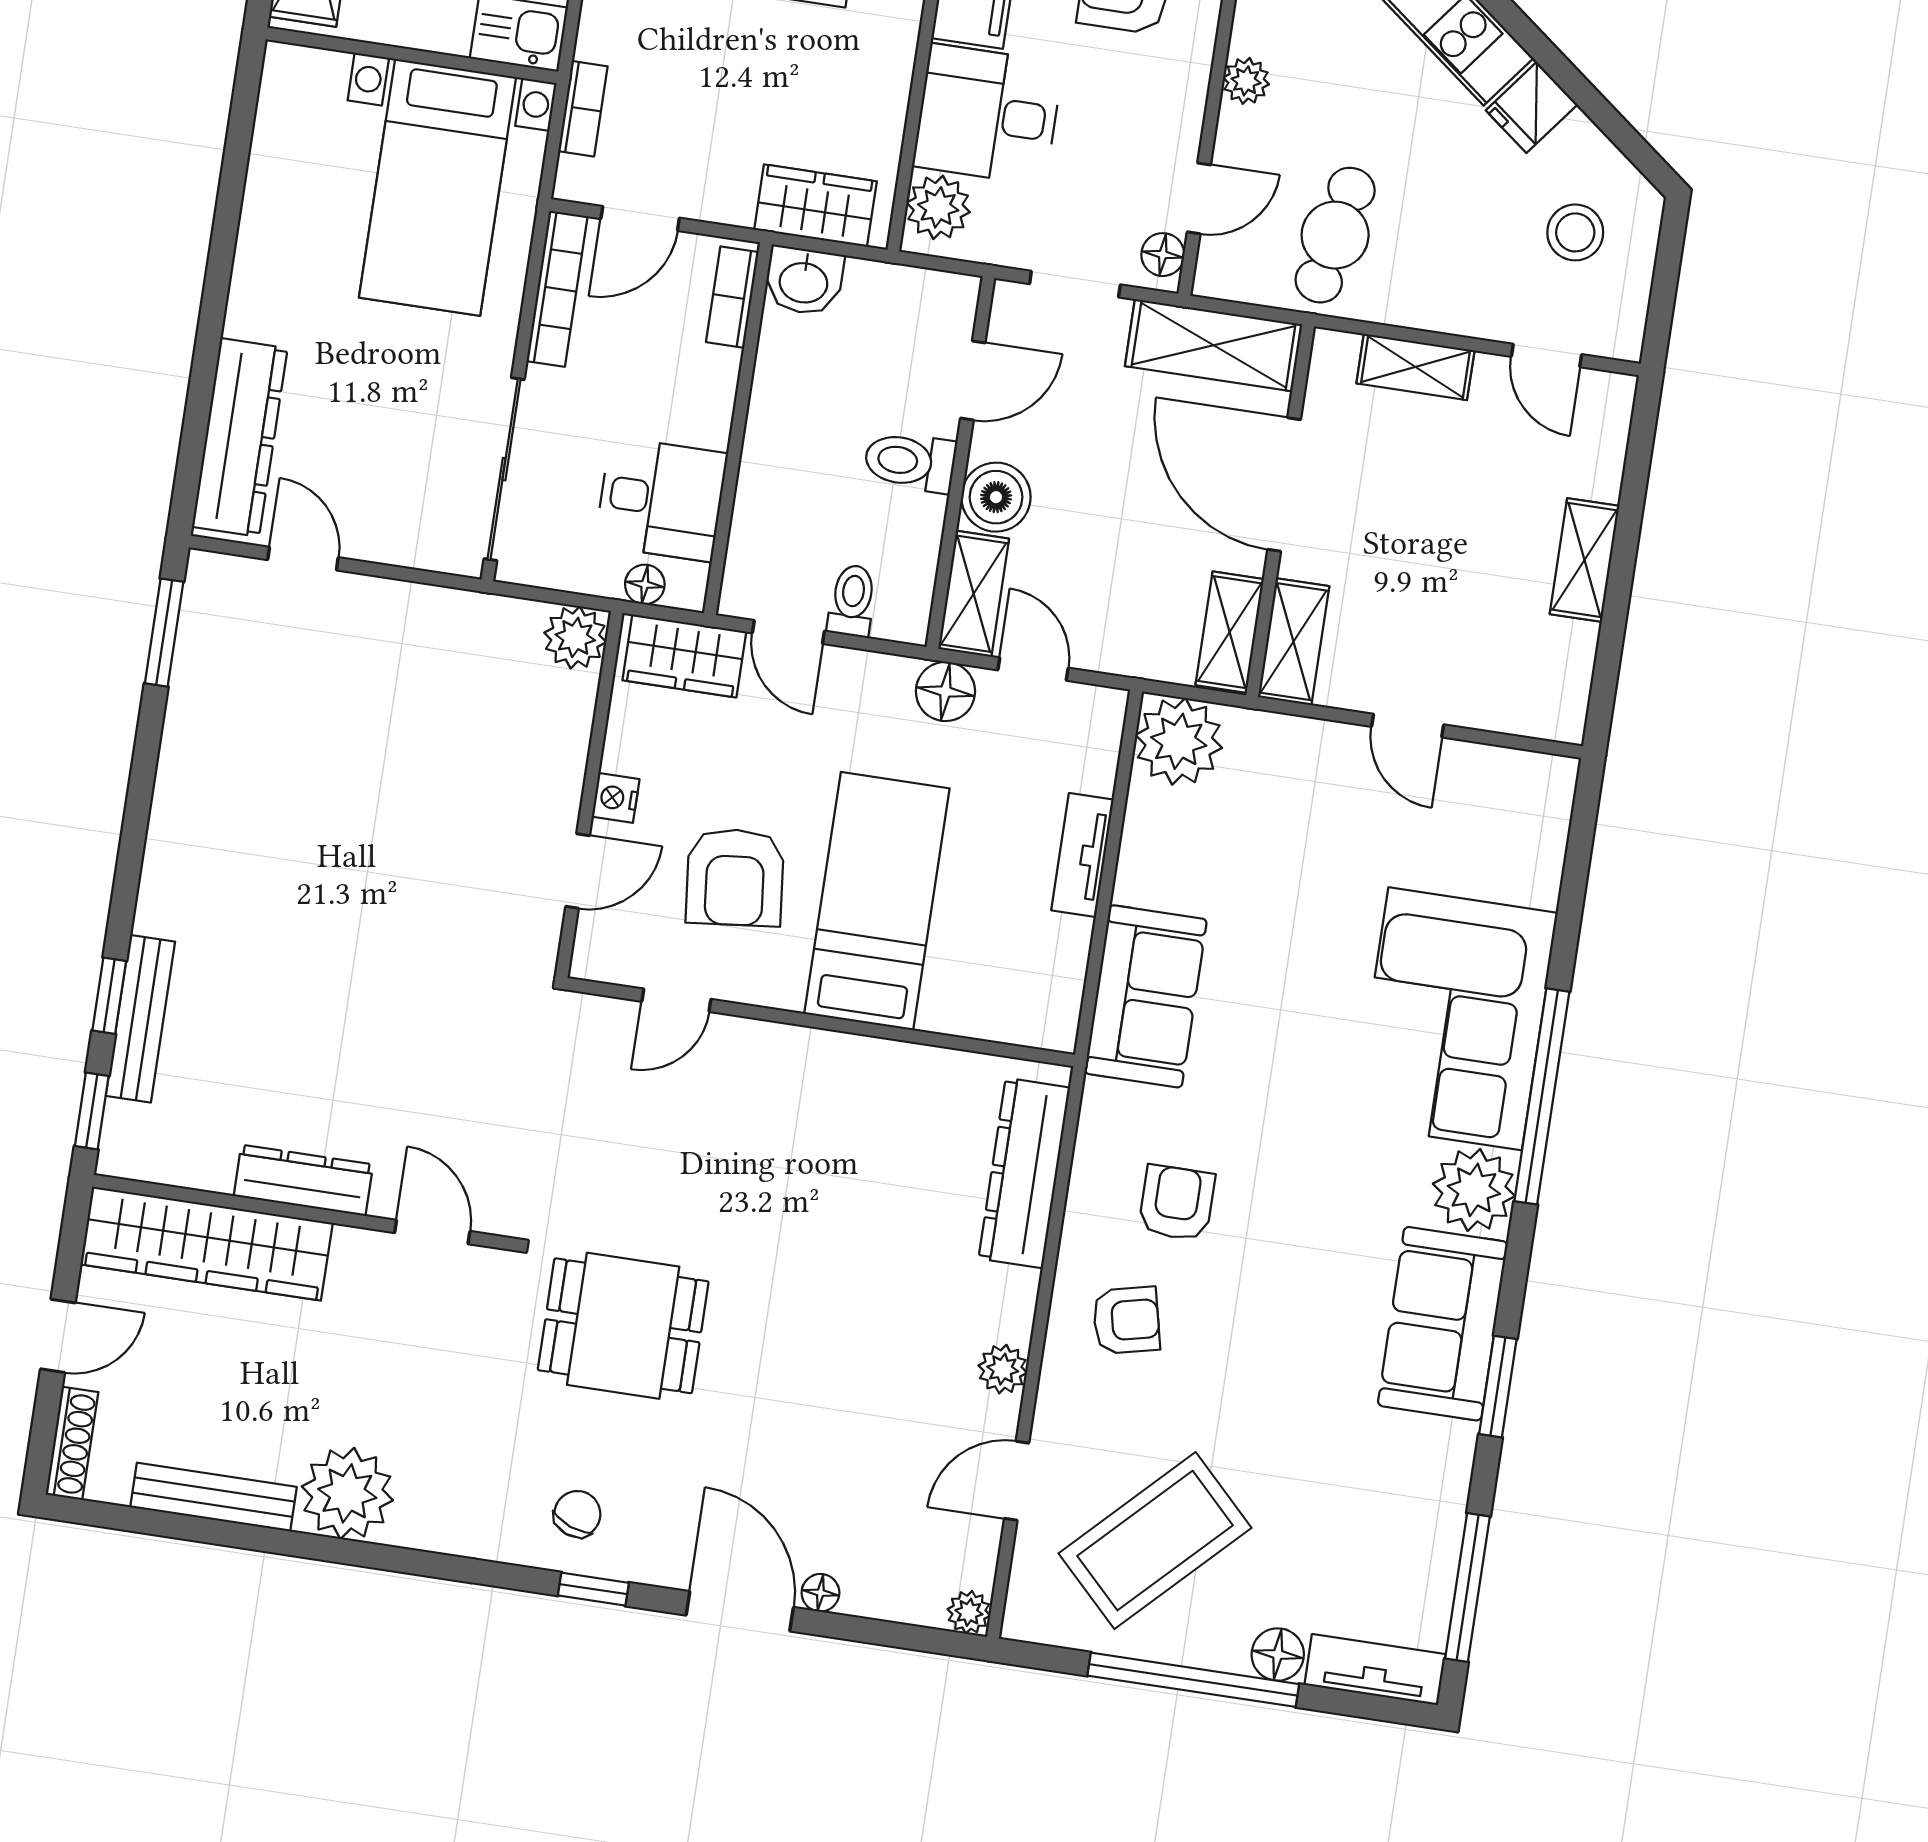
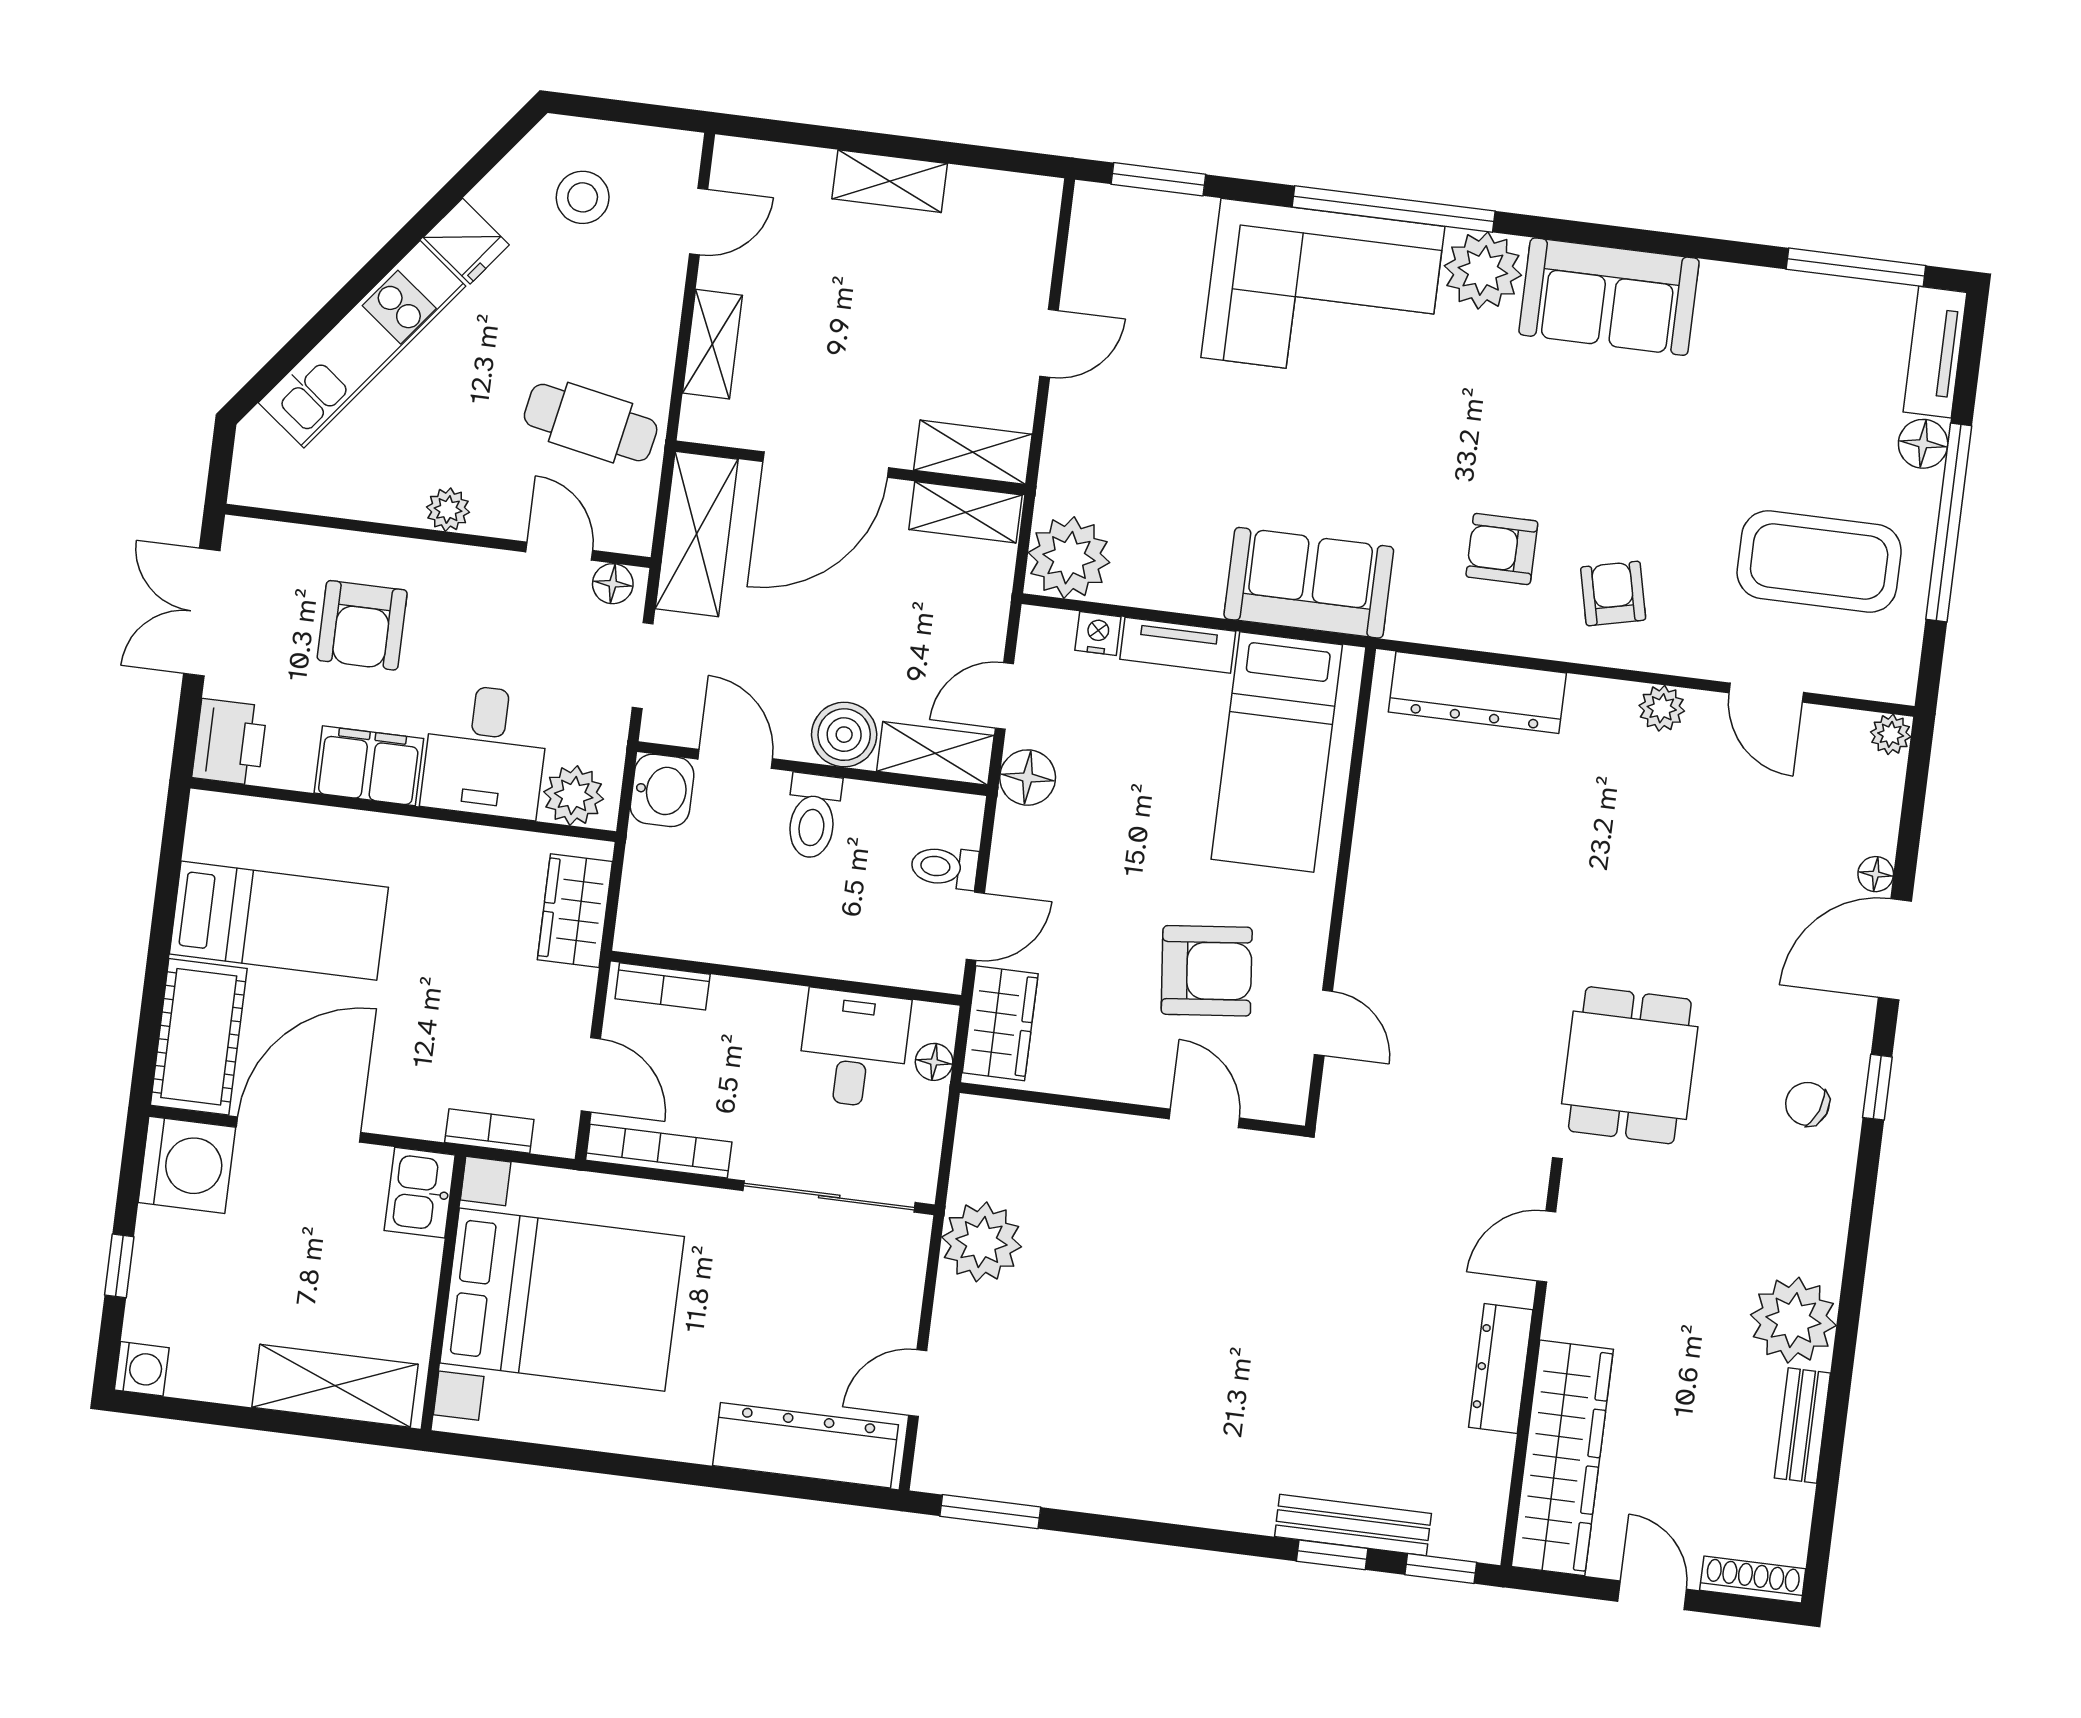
bed with nightstands: (438, 187) -> (562, 1300), width x1.36
washbasin: (804, 281) -> (662, 790), moved
plant: (575, 637) -> (982, 1242), moved, width x1.36, depth x1.36
nightstand: (616, 798) -> (1098, 633), moved, turned 180
bed: (877, 901) -> (1277, 752), moved, turned -90
window: (1498, 1387) -> (1158, 179), moved
bench: (213, 1497) -> (1802, 1425), width x0.73
coffee table: (1155, 1541) -> (1819, 562), turned -45

